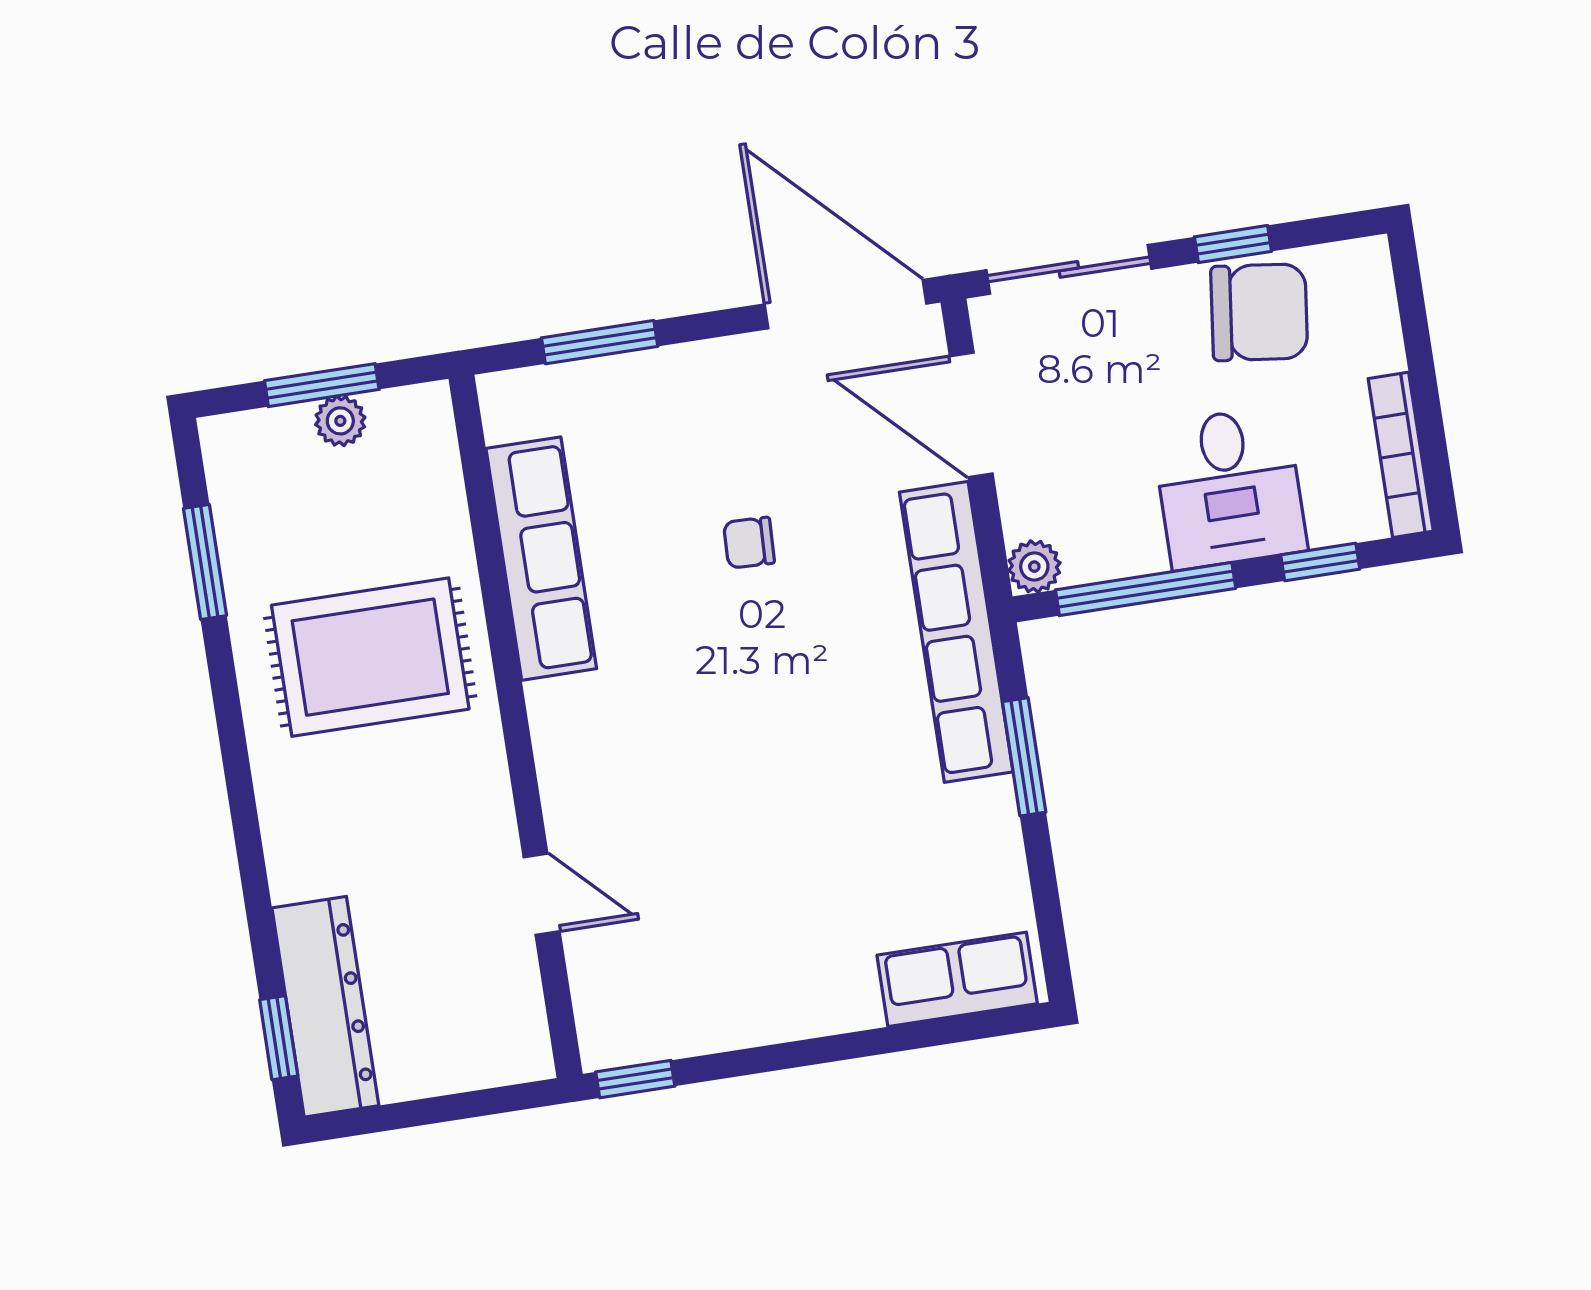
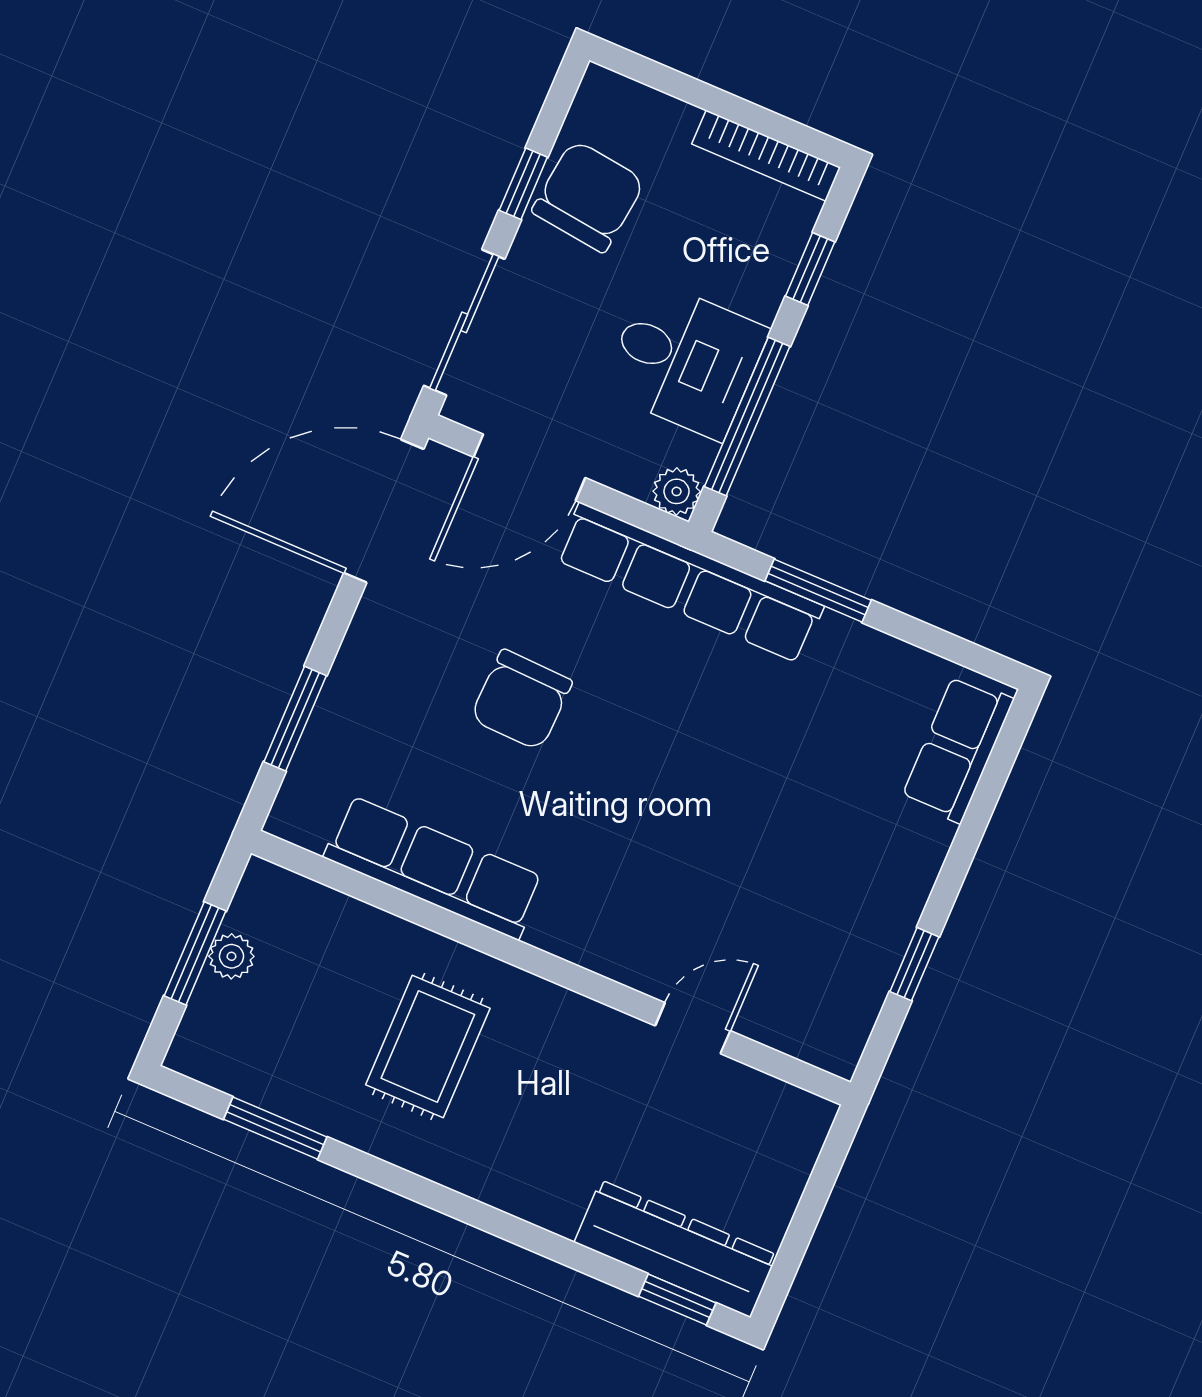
desk: (1229, 488) -> (685, 360), moved
chair: (749, 543) -> (521, 700), width x1.87, depth x1.87
rug: (370, 657) -> (428, 1046), width x0.73, depth x0.70
window: (635, 1079) -> (914, 964), moved

